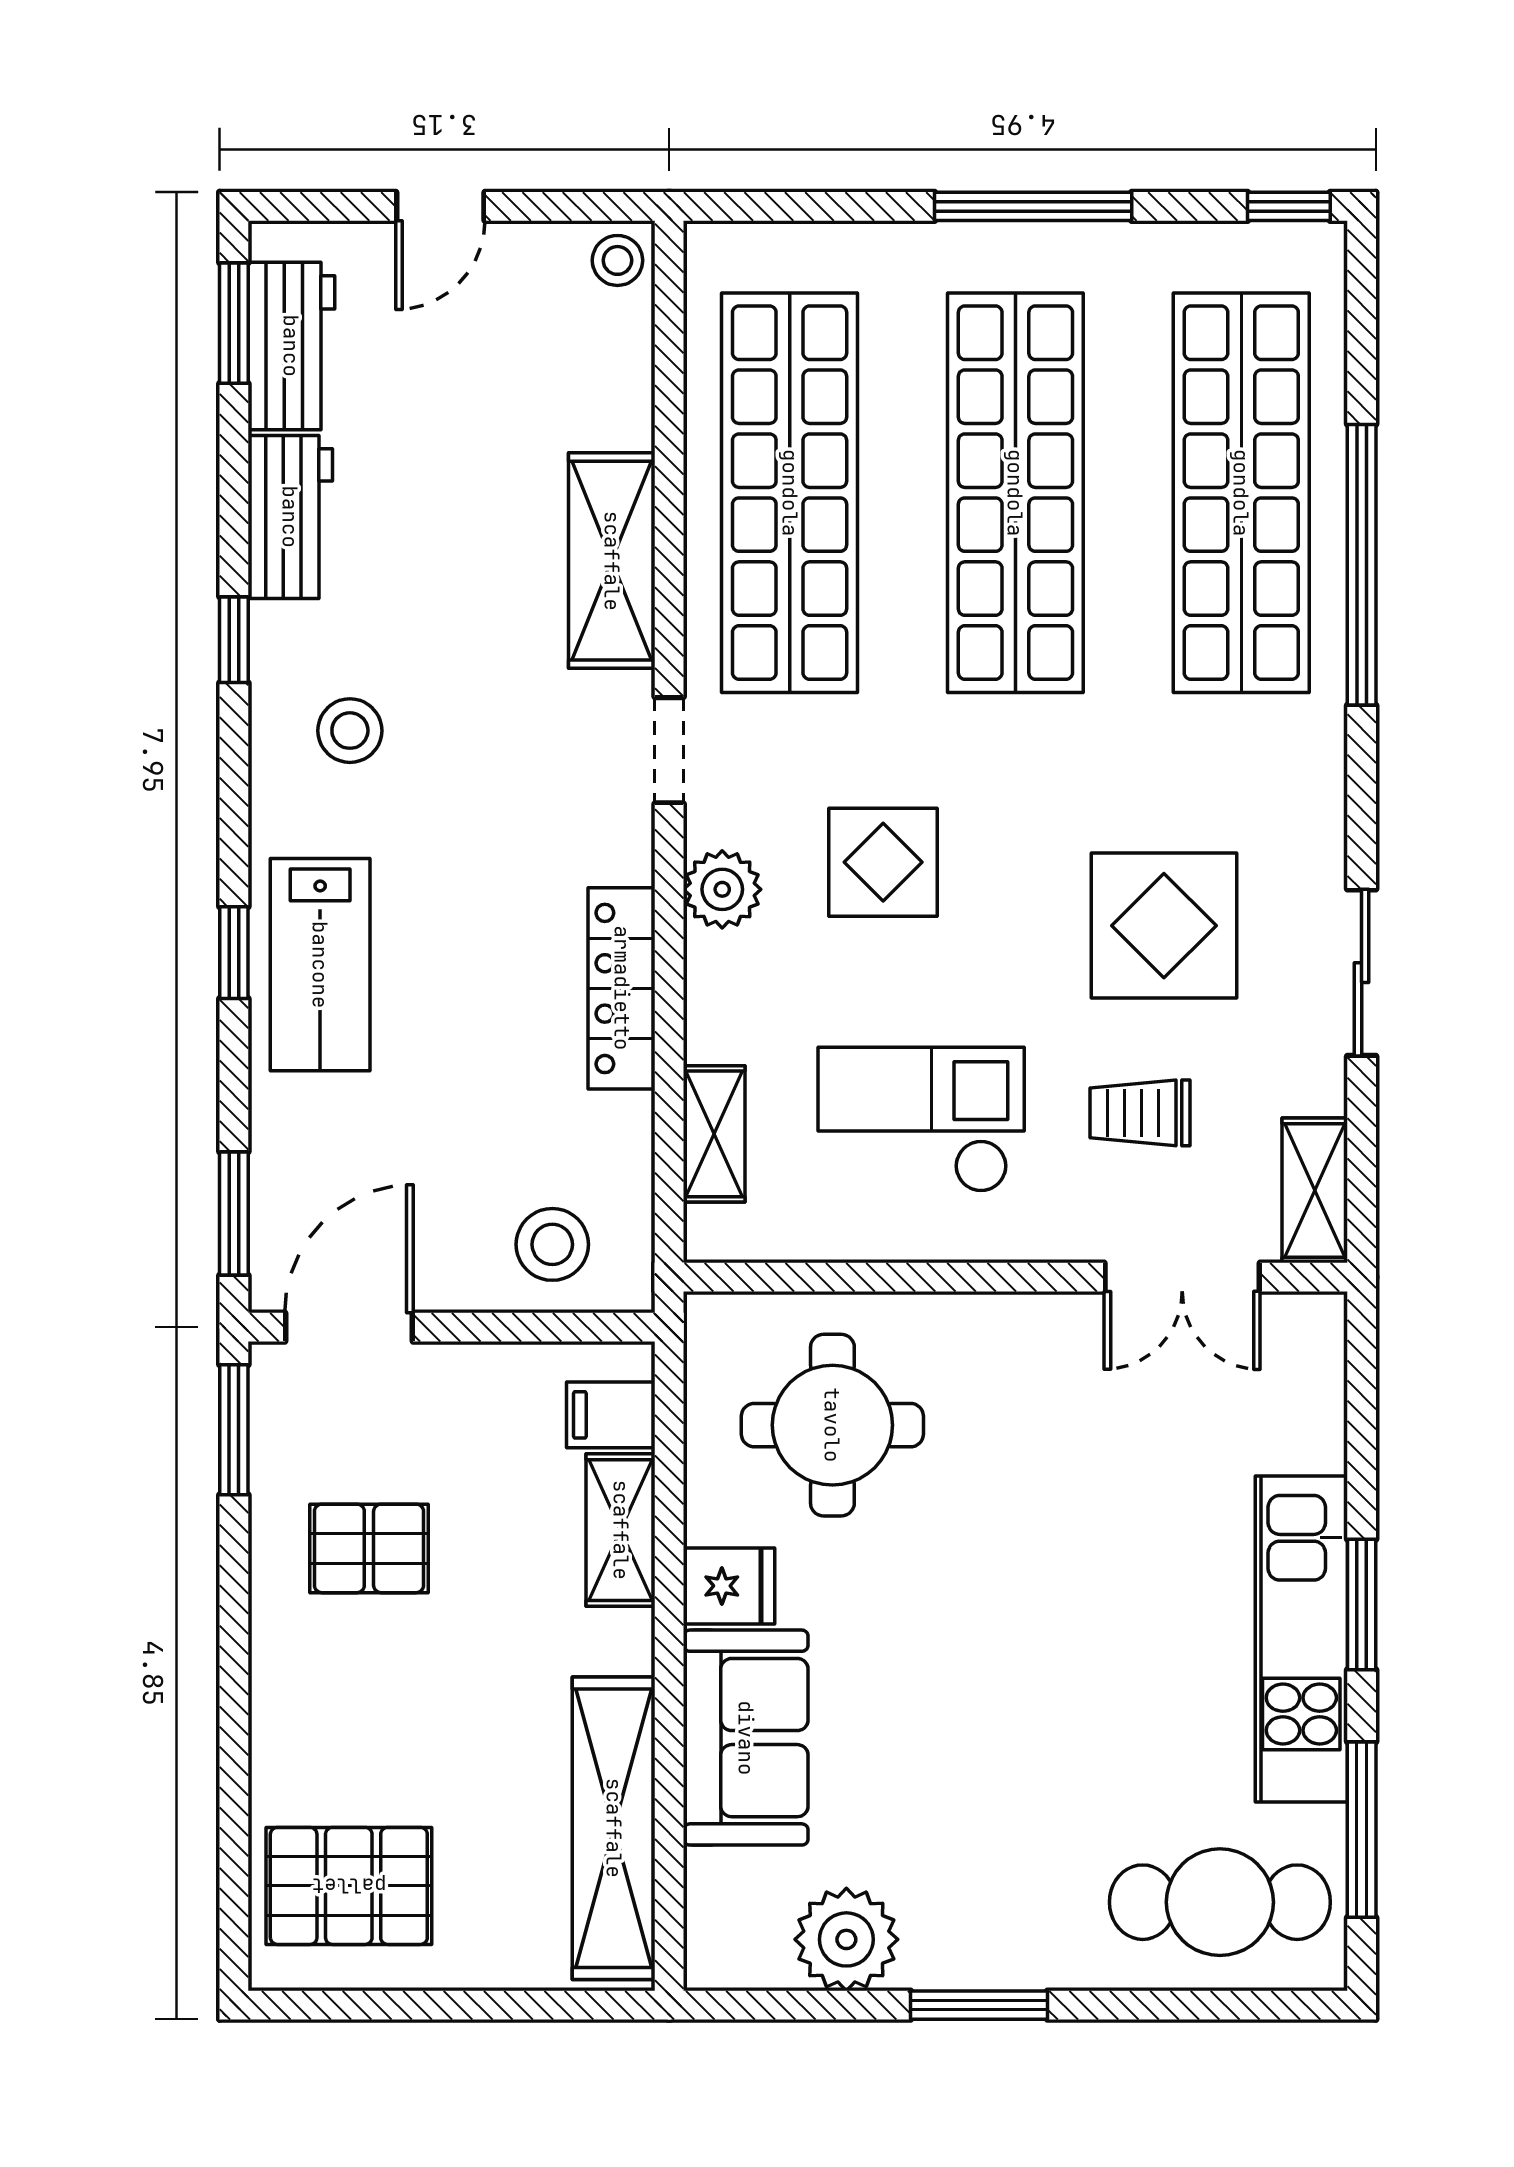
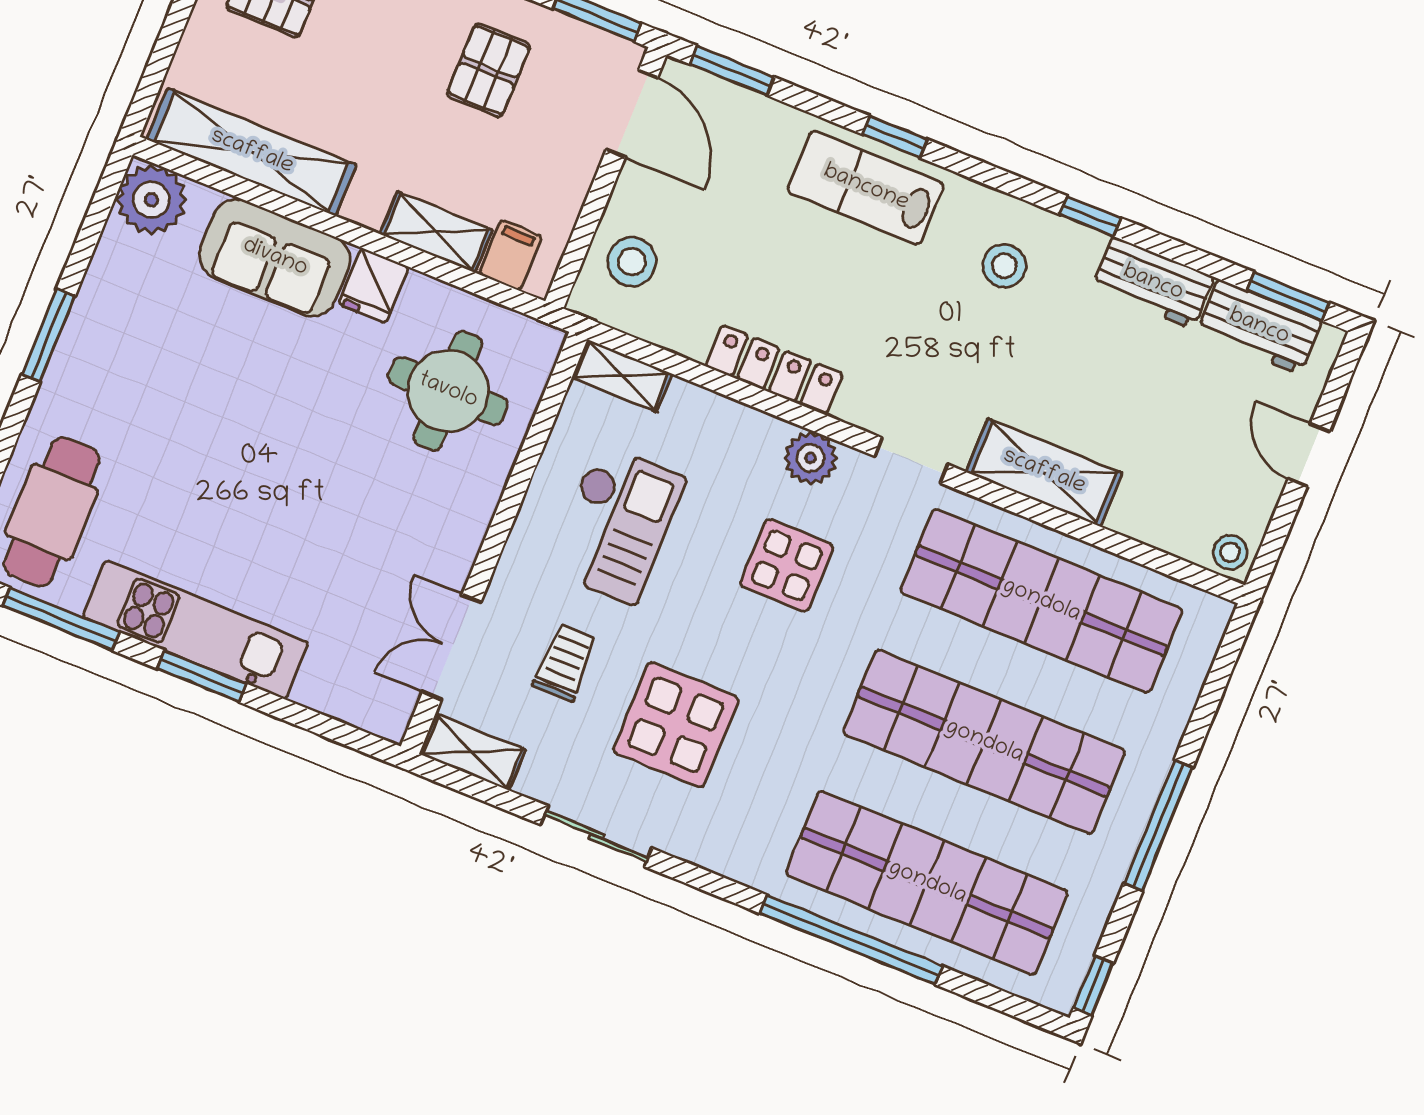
shelving: (714, 1134) -> (622, 376), moved
plant: (846, 1939) -> (151, 200), moved

